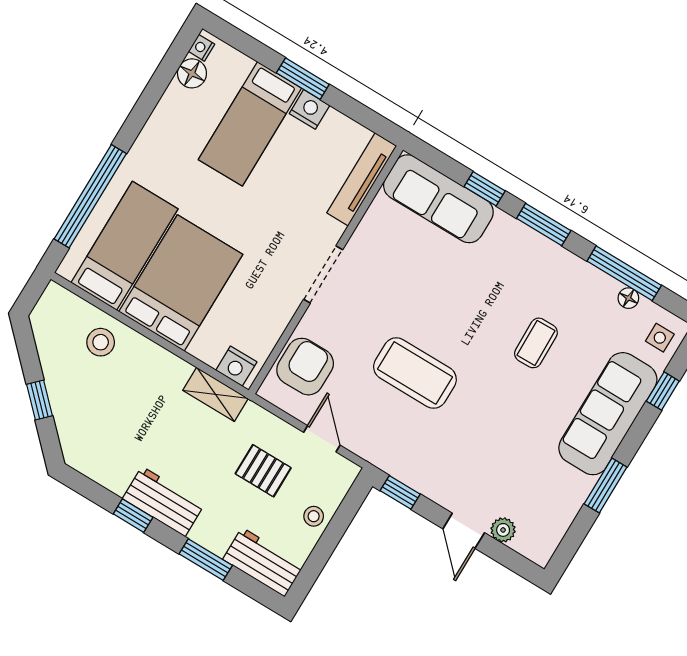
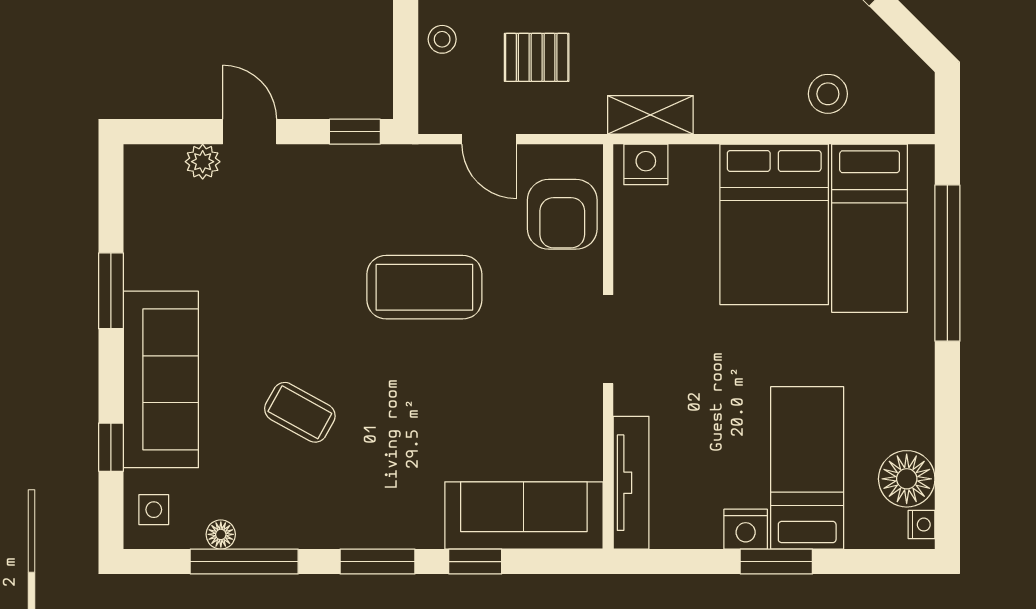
floor lamp: (192, 73) -> (907, 479), width x1.38, depth x1.38
coffee table: (536, 343) -> (300, 412), turned -60

